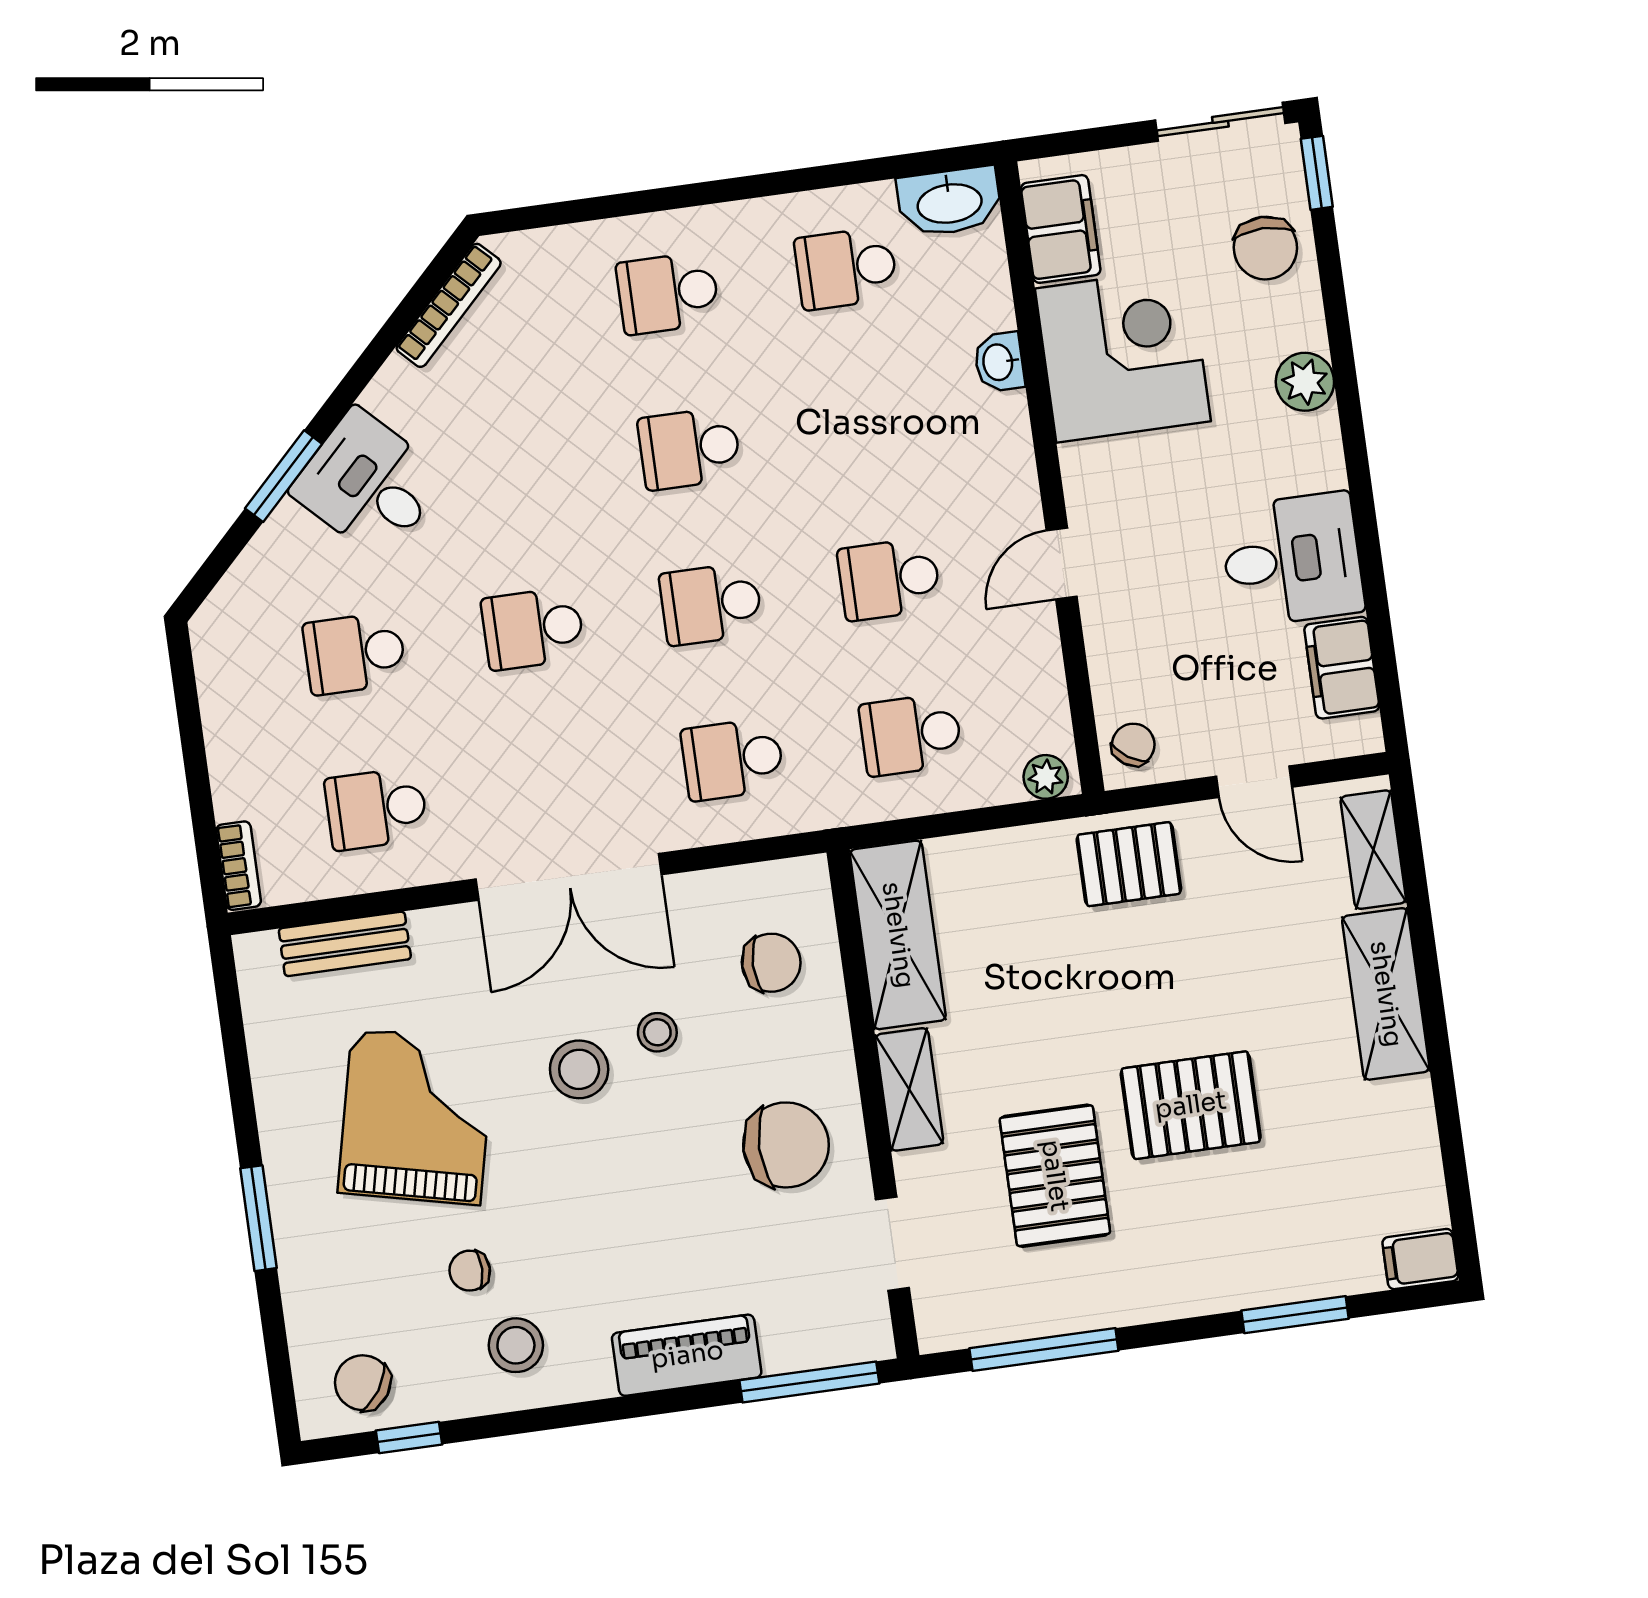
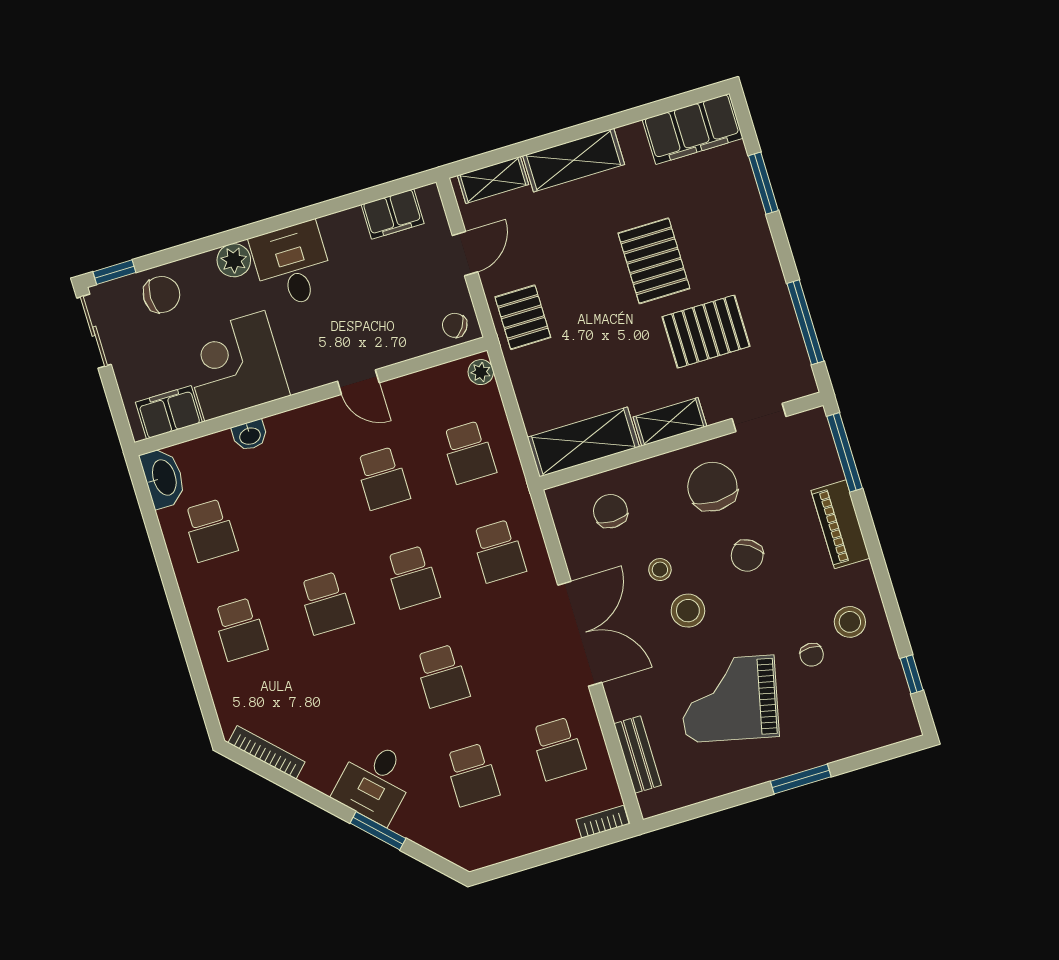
desk: (1292, 560) -> (292, 265), moved
filing cabinet: (1420, 1259) -> (693, 129), width x3.00, depth x1.17
chair: (363, 1383) -> (747, 556), moved

